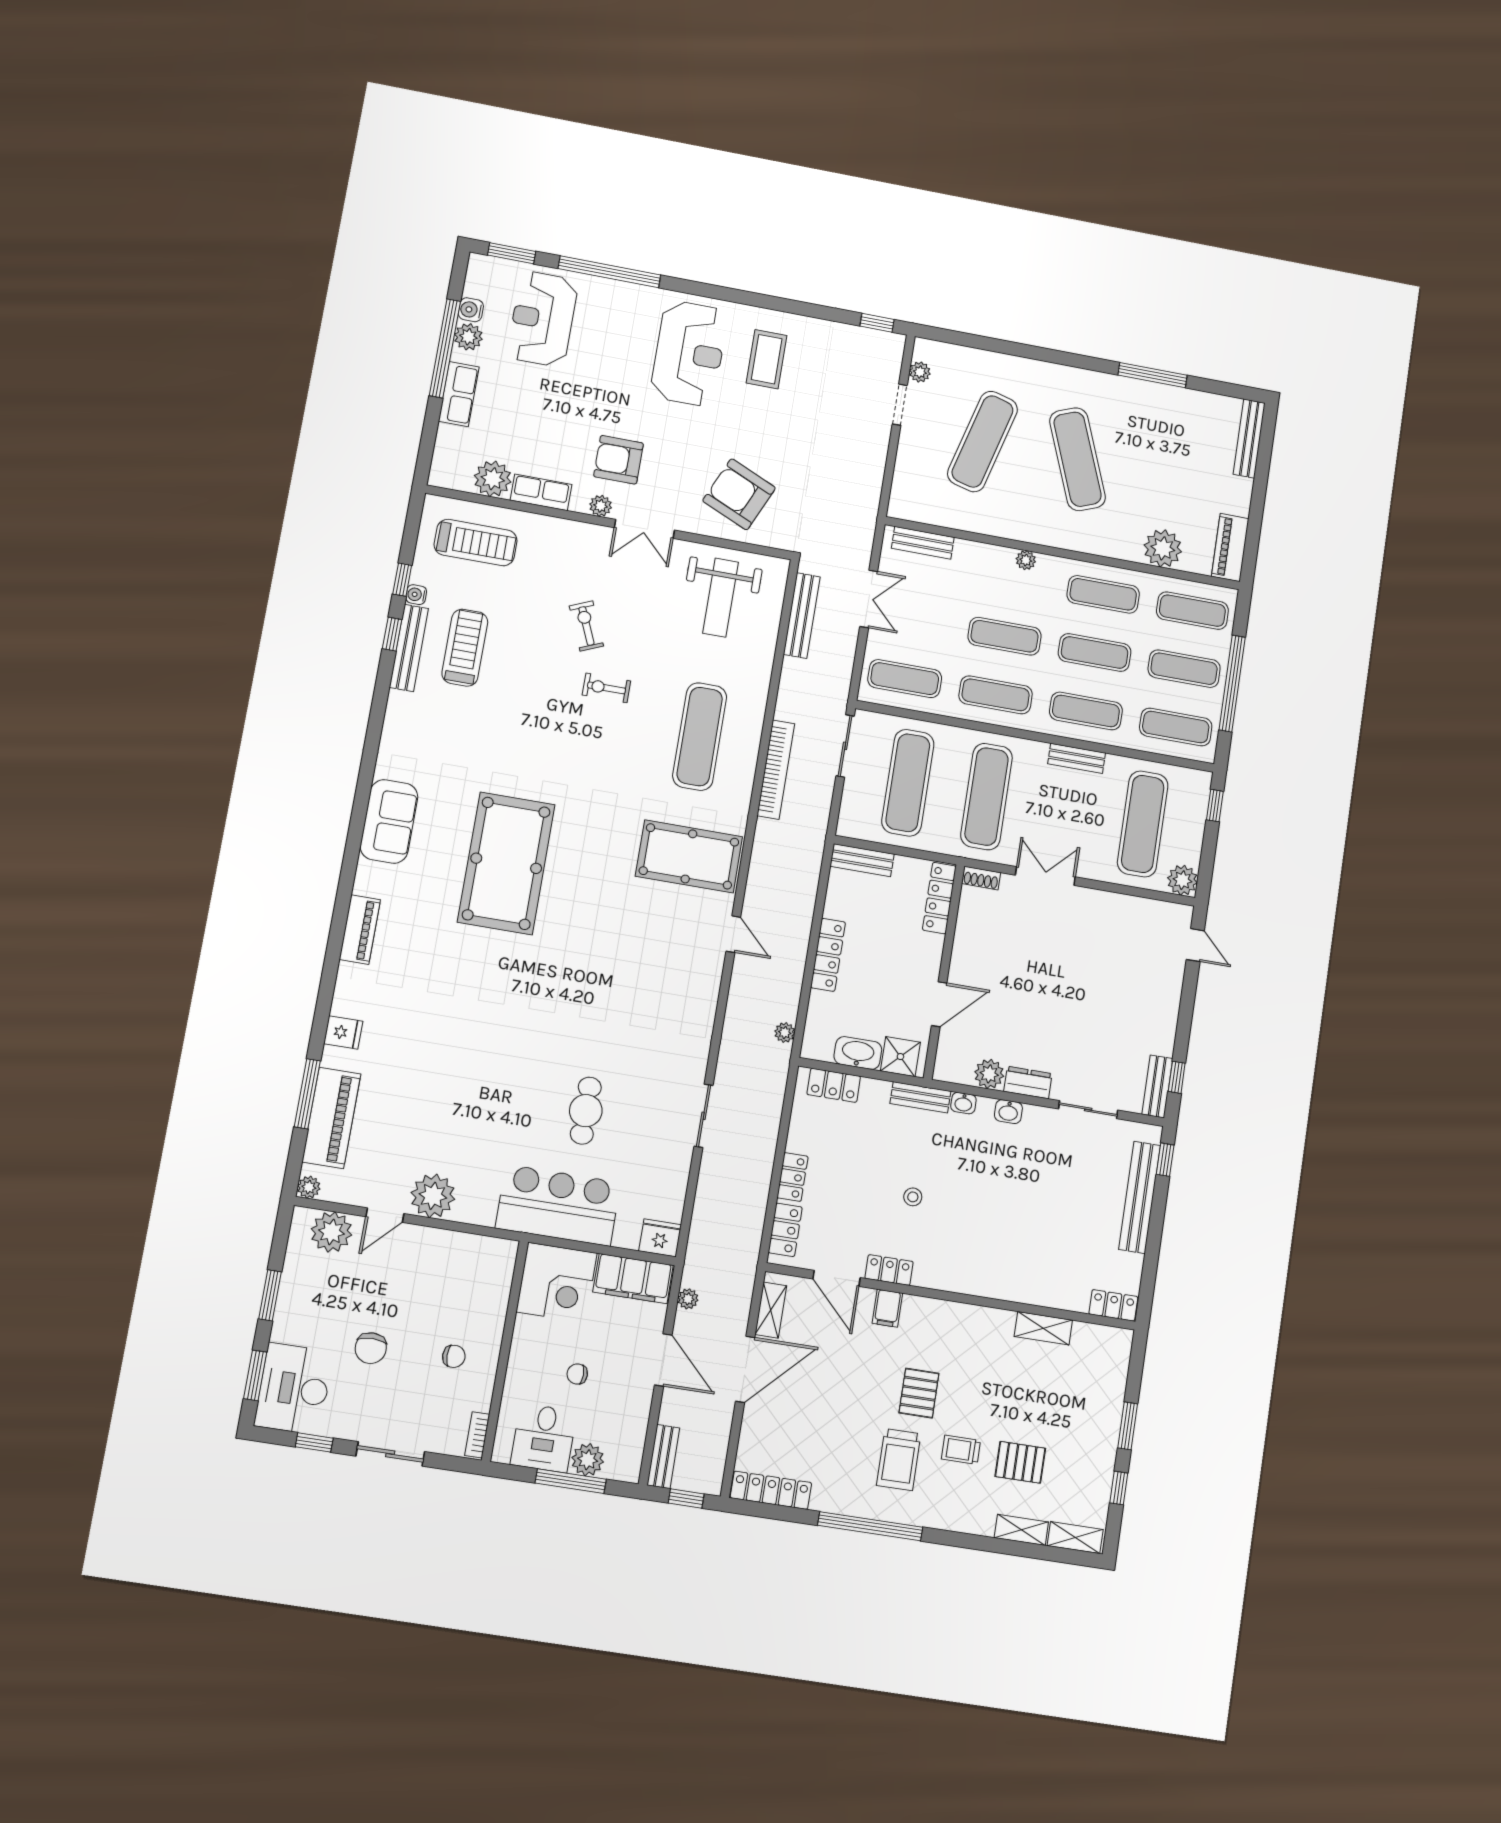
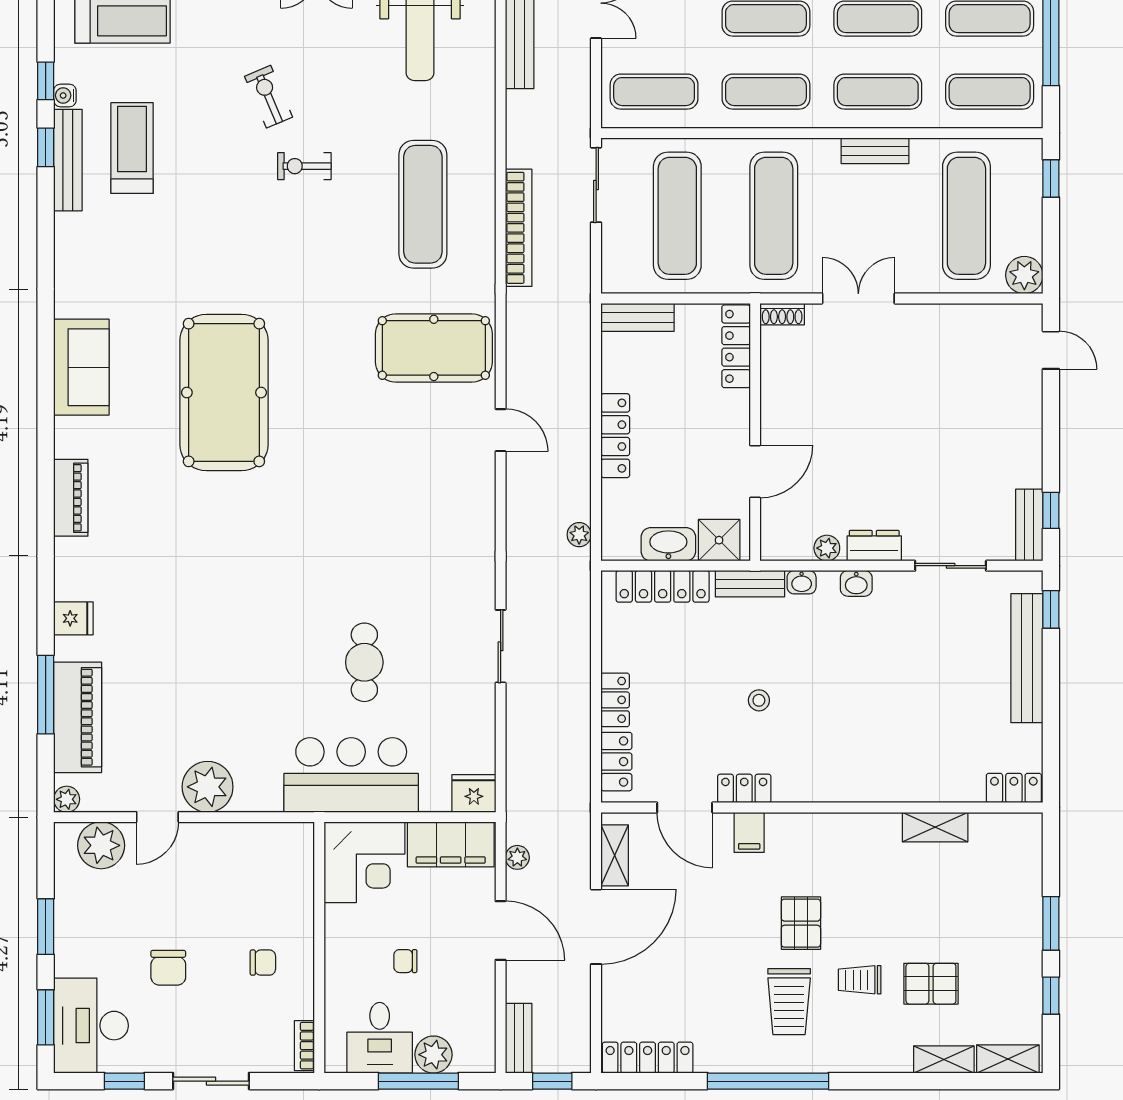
plant: (989, 1074) -> (827, 548), width x0.73, depth x0.73
locker: (834, 1085) -> (663, 586), width x1.53

